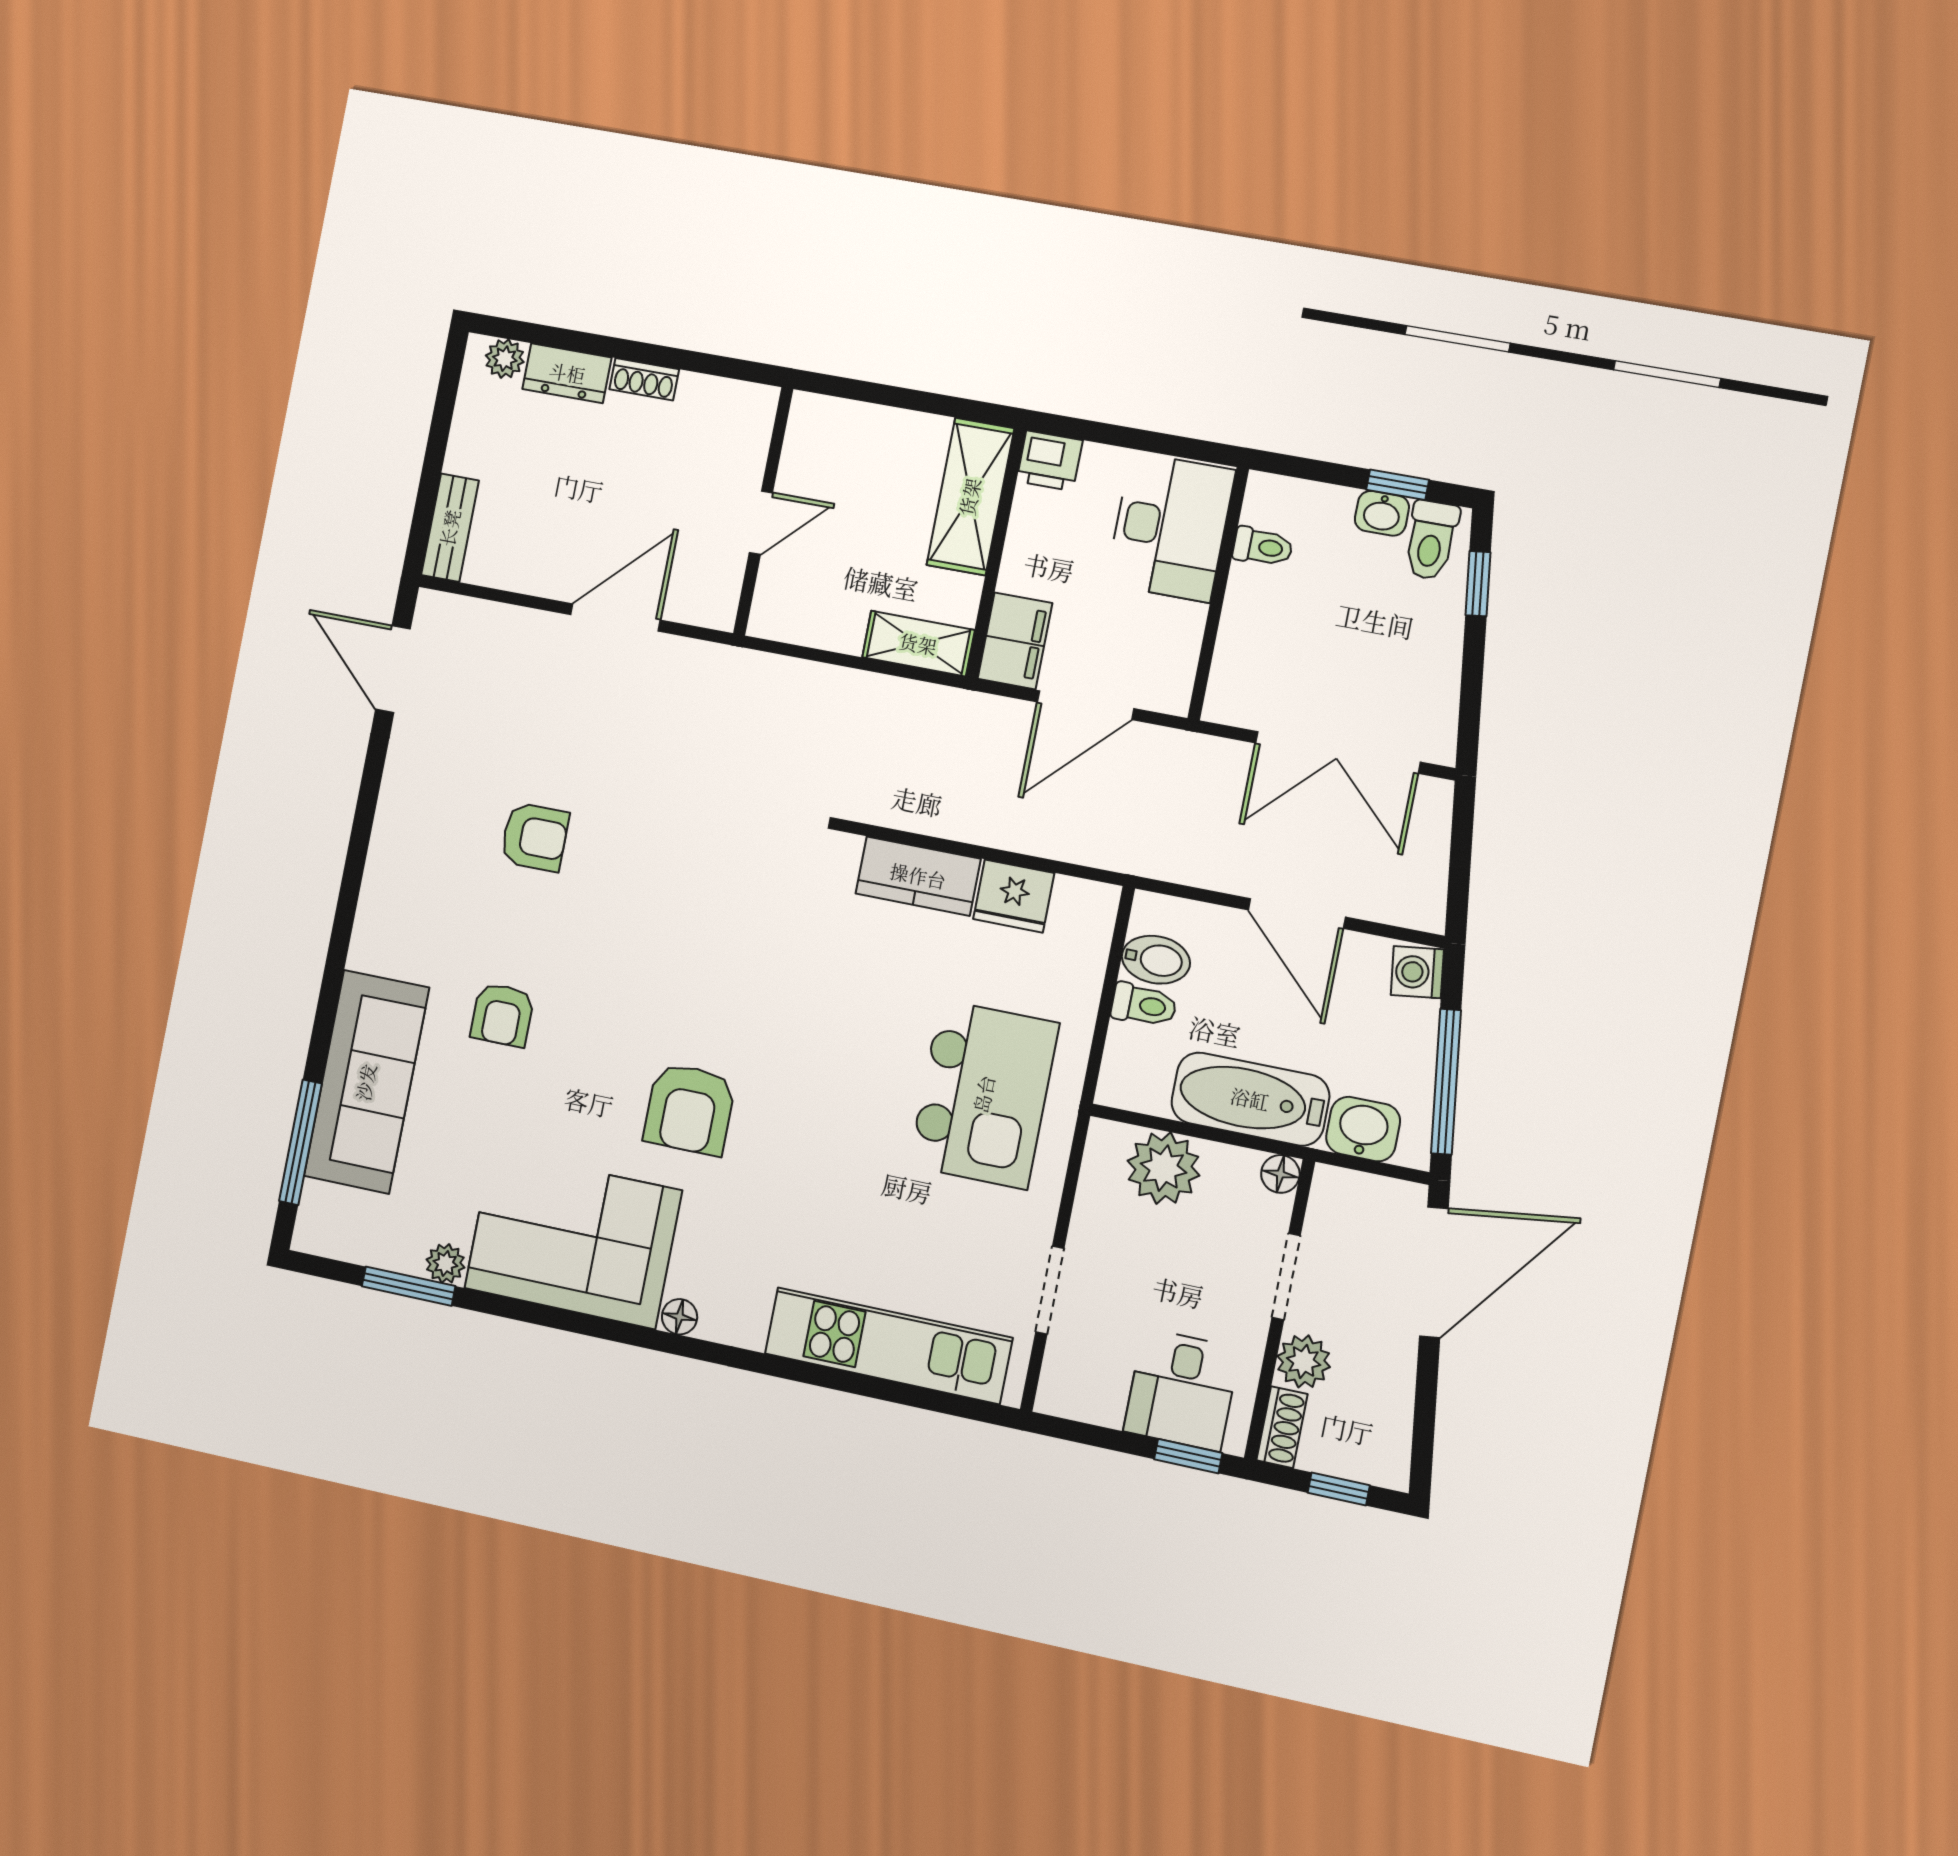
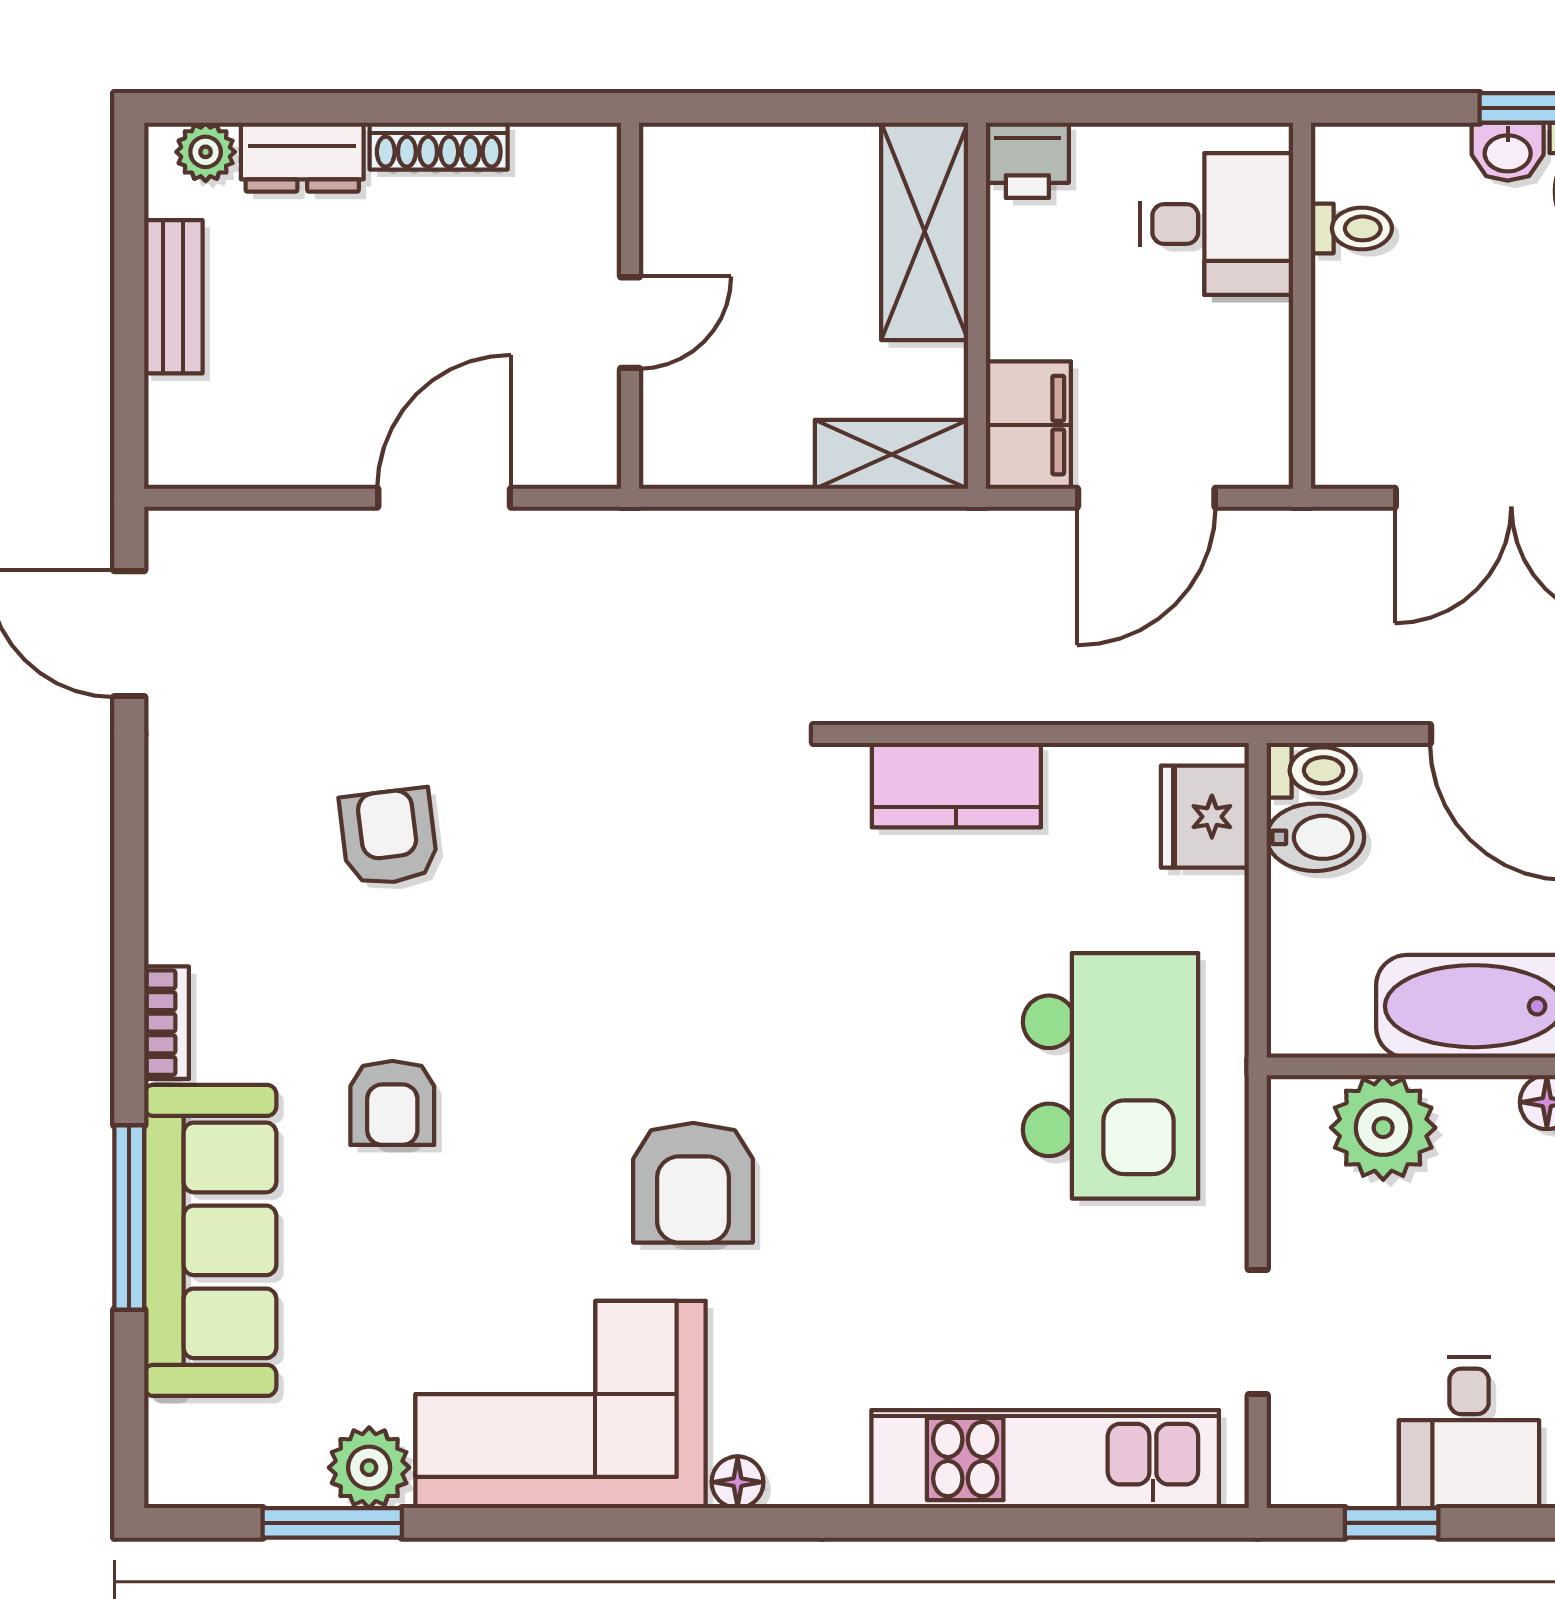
shoe rack: (644, 379) -> (439, 146), width x1.43
desk: (1170, 527) -> (1217, 224), width x0.73
bench: (450, 528) -> (173, 297), moved
armchair: (535, 837) -> (389, 837), turned -97
fridge: (1014, 896) -> (1205, 817), moved, turned 90
bookcase: (367, 932) -> (167, 1023), added
toilet: (1144, 1005) -> (1311, 770), moved
window: (300, 1142) -> (129, 1218), moved
plant: (445, 1264) -> (369, 1468), width x1.38, depth x1.38
window: (1188, 1456) -> (1392, 1523), moved

